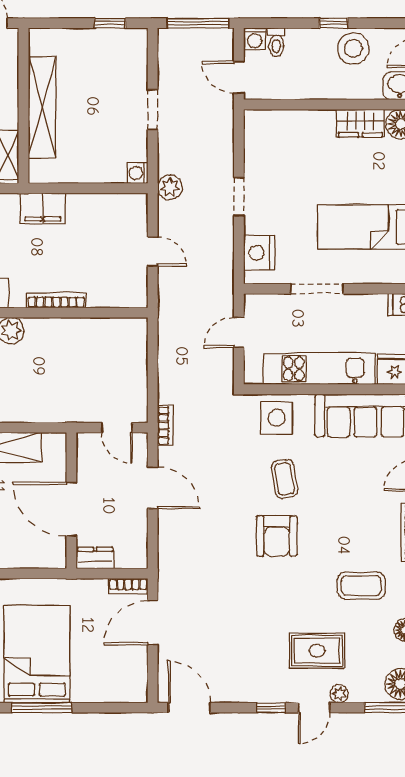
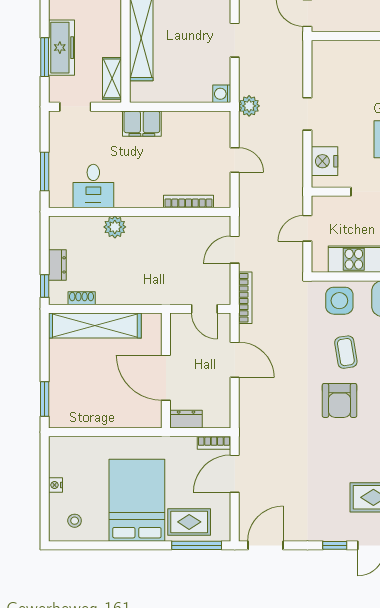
bookcase: (56, 300) -> (189, 201), moved
door: (153, 357) -> (235, 250), added
bookcase: (165, 426) -> (245, 298), width x1.56
rug: (99, 680) -> (189, 522), added
window: (42, 708) -> (197, 545), moved
door: (189, 708) -> (265, 545), hinge flipped

